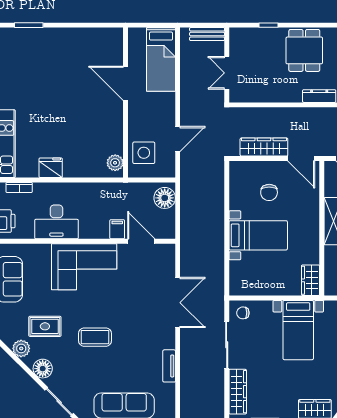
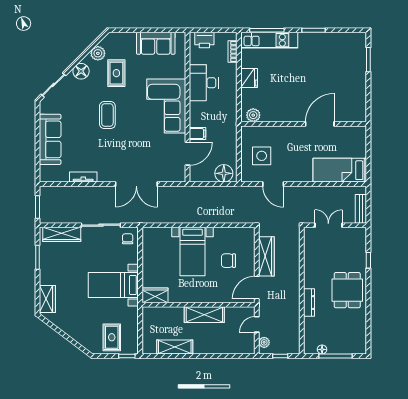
dining table: (304, 50) -> (347, 290), turned 90
door: (126, 83) -> (320, 124), moved
wall: (126, 103) -> (304, 124), moved
plant: (115, 163) -> (253, 115), moved

